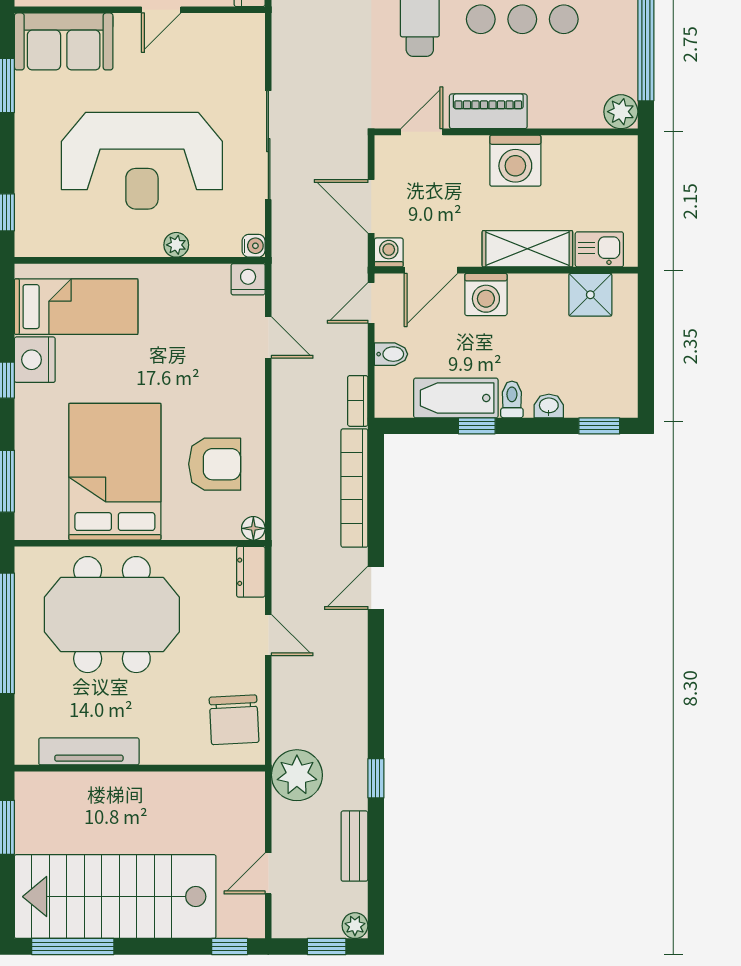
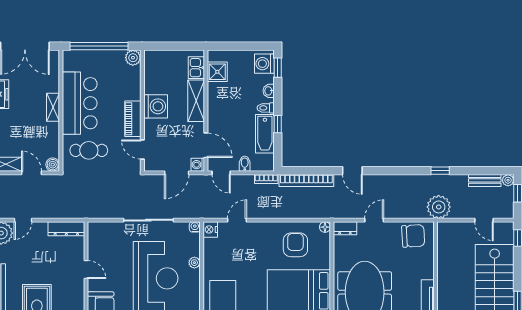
washing machine: (486, 294) -> (264, 64), moved, turned 180
bench: (354, 846) -> (485, 180), moved

